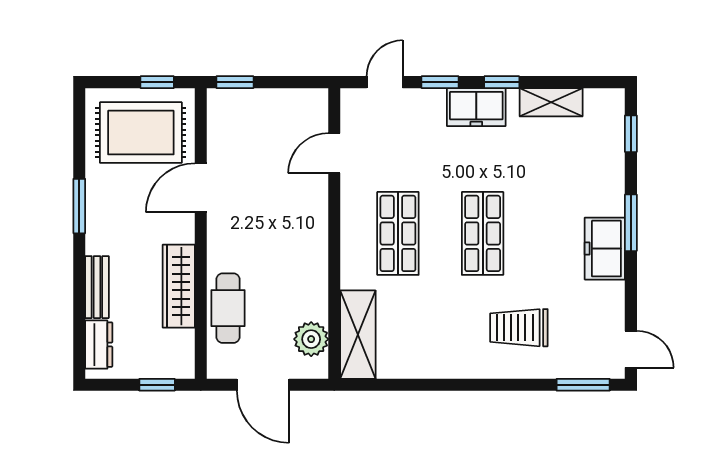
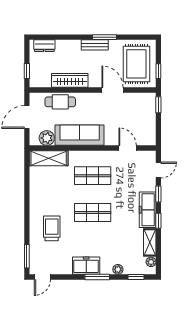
door: (385, 82) -> (158, 170), hinge flipped
plant: (596, 99) -> (151, 262), added
freezer: (476, 107) -> (148, 210), width x1.40
plant: (613, 175) -> (118, 269), added
sofa: (305, 263) -> (80, 135), added
bench: (97, 287) -> (95, 45), moved

